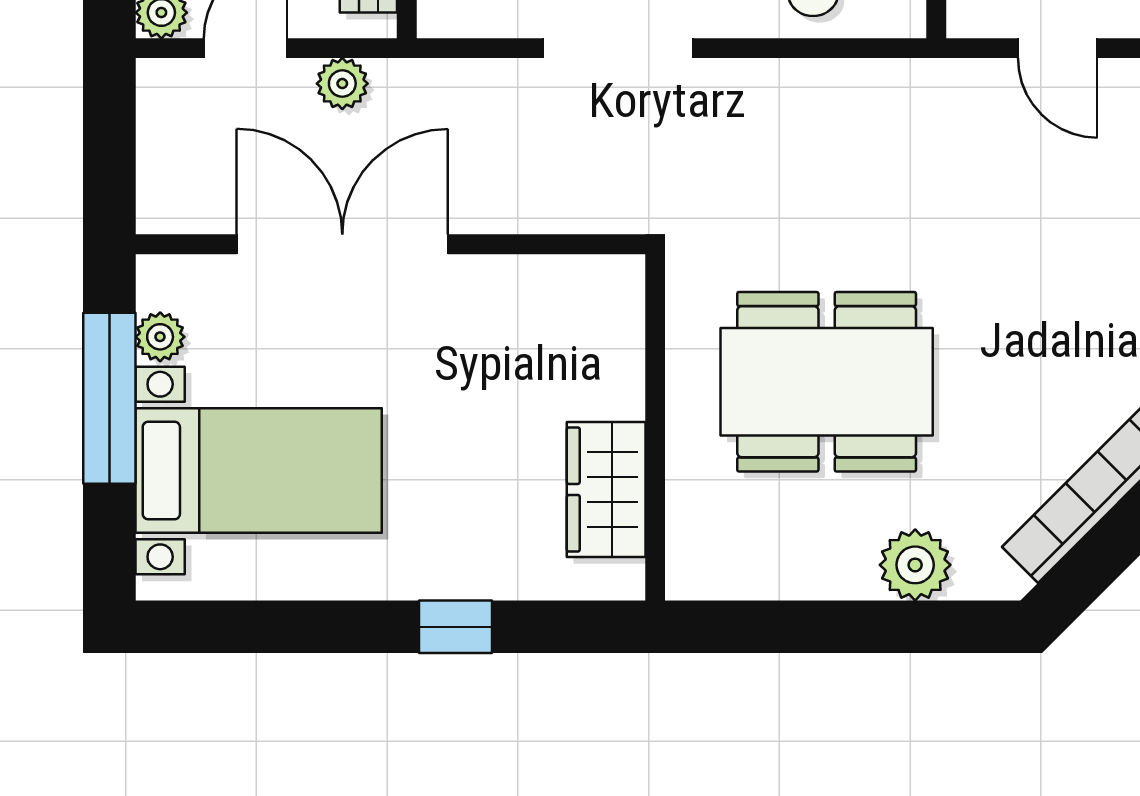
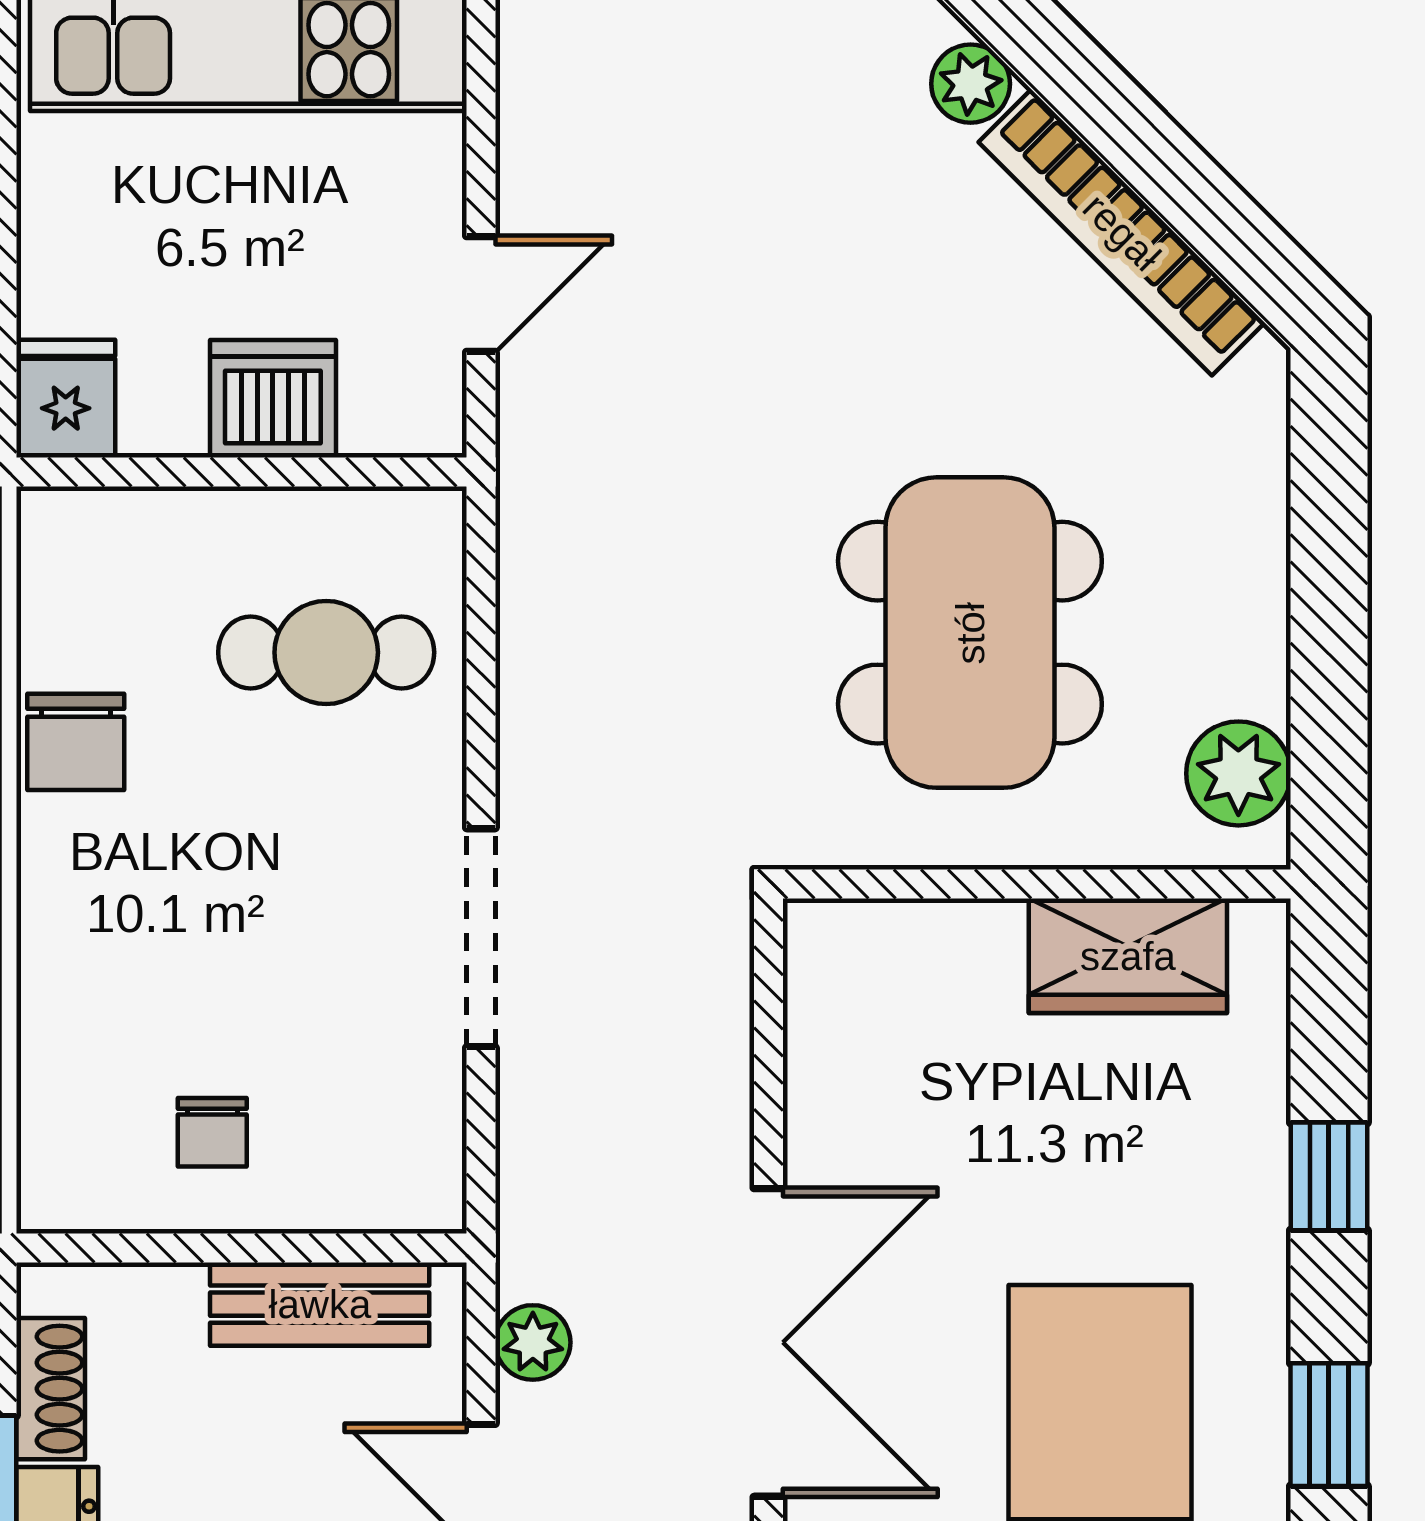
double door: (342, 244) -> (768, 1342), swing flipped
plant: (915, 565) -> (1238, 773), moved
window: (286, 627) -> (1329, 1425), added

